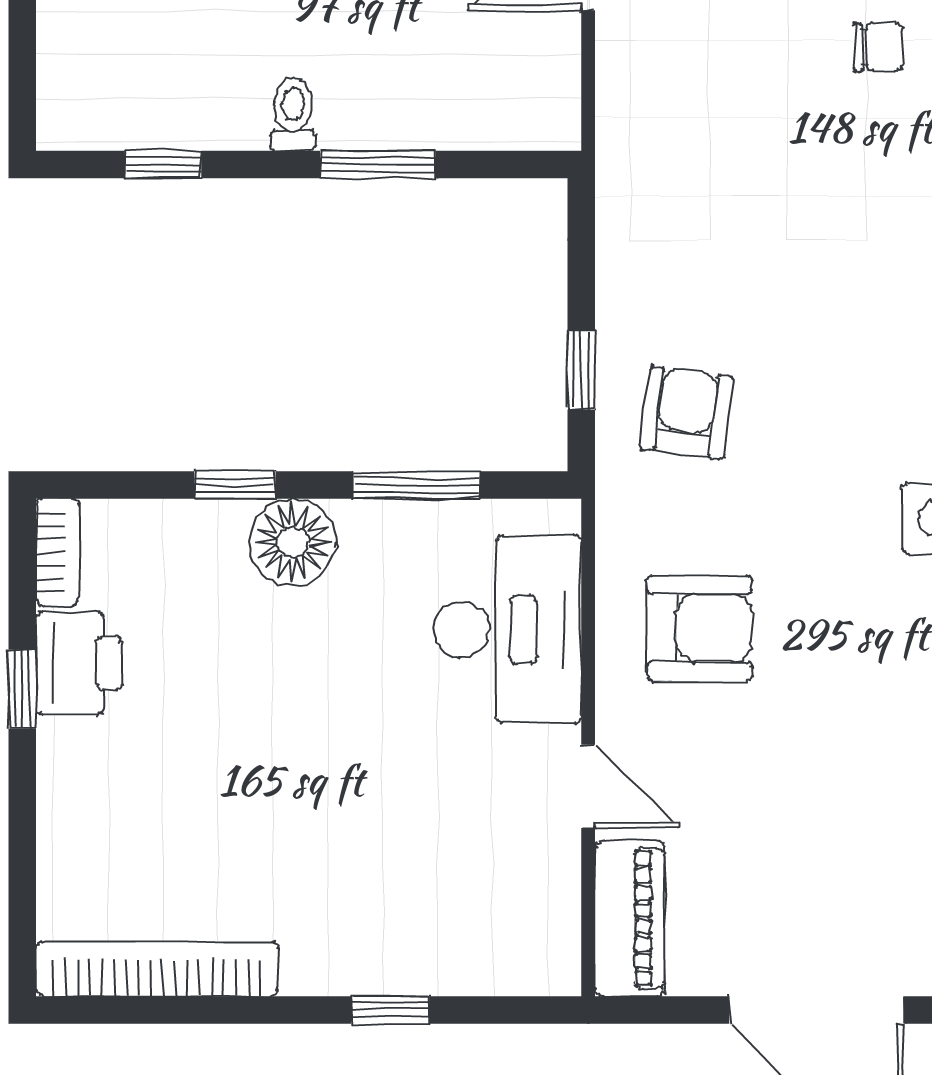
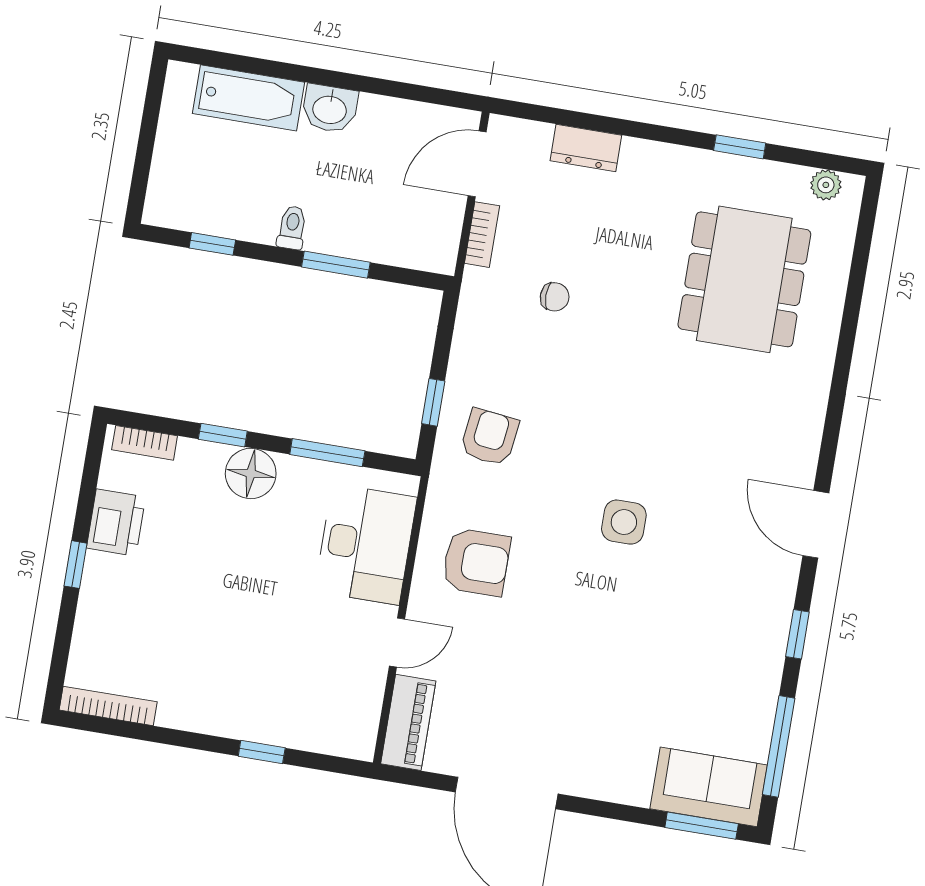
chair: (878, 47) -> (555, 297), moved
bookcase: (616, 72) -> (482, 235), added
bookcase: (57, 552) -> (145, 443), moved, turned 90
window: (22, 689) -> (75, 565), moved
door: (588, 786) -> (397, 642), hinge flipped
bookcase: (157, 969) -> (108, 706), width x0.68, depth x0.76

